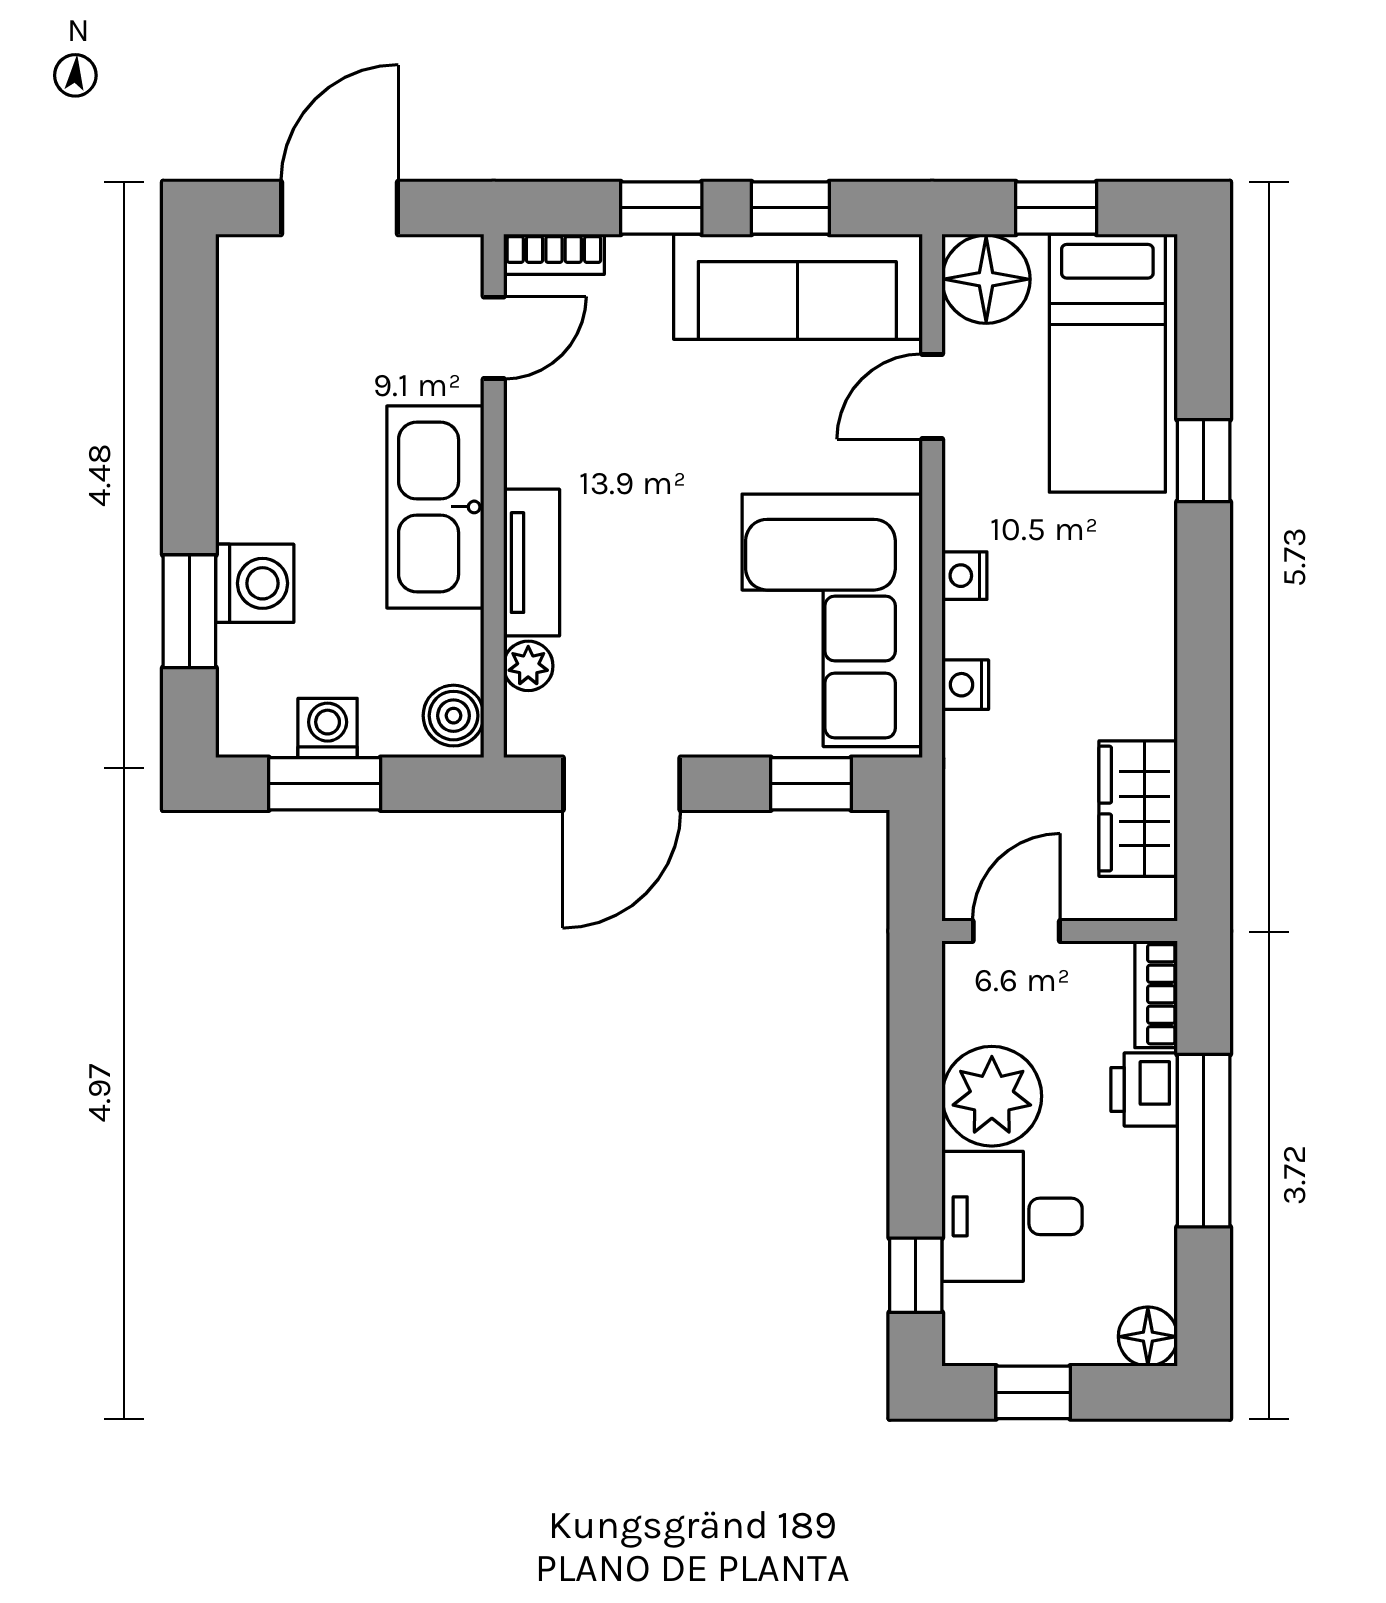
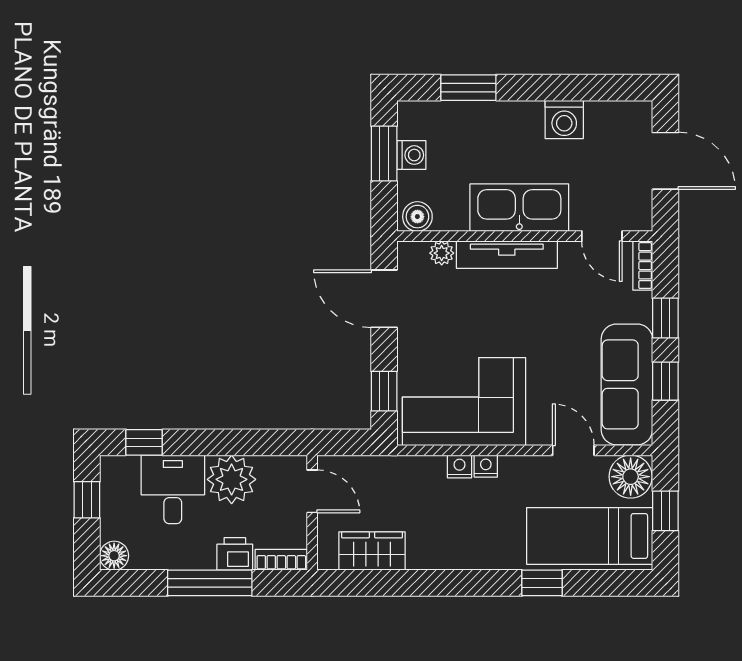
tv unit: (532, 563) -> (507, 255), width x1.41
washing machine: (255, 583) -> (564, 119), moved
nightstand: (965, 685) -> (460, 467), moved

